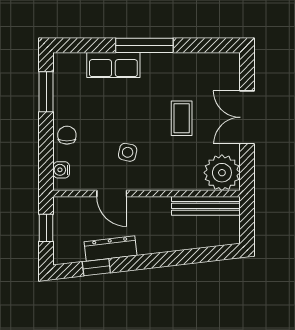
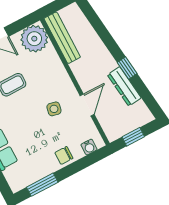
window: (96, 267) -> (127, 68), moved

